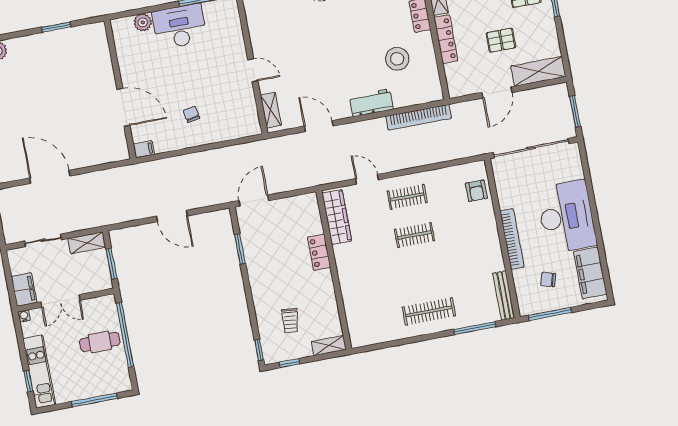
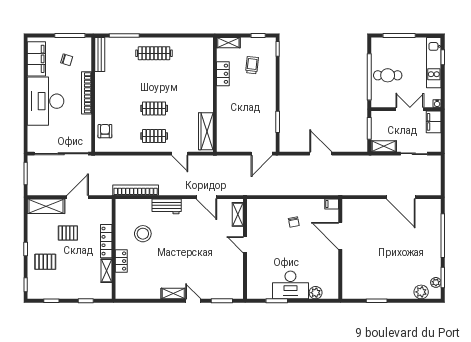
locker: (319, 252) -> (223, 74), moved

